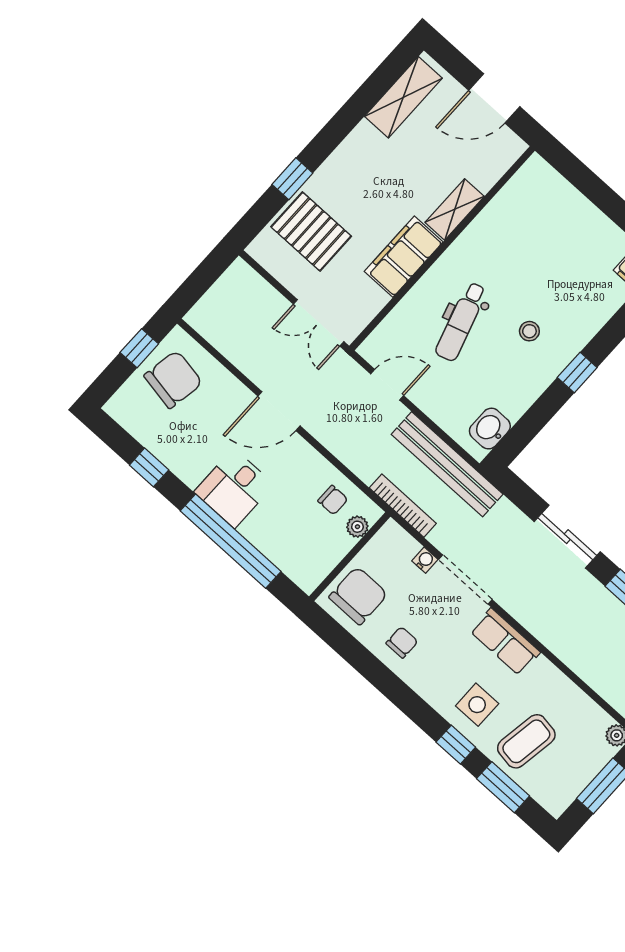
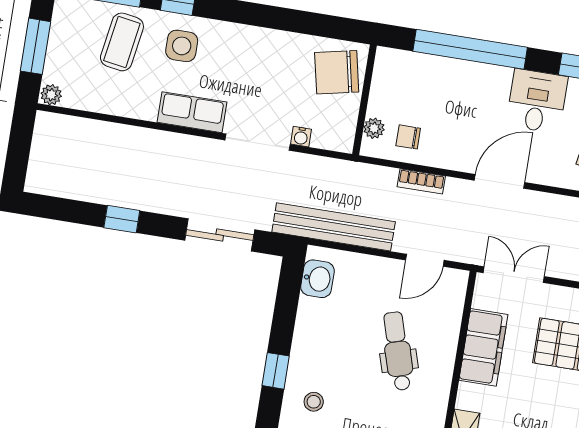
filing cabinet: (404, 257) -> (483, 347), moved
stool: (529, 331) -> (314, 402), moved
desk: (234, 488) -> (537, 101), moved
bookcase: (403, 506) -> (421, 181), moved, width x0.64
sliding door: (567, 537) -> (220, 235), moved
chair: (358, 596) -> (337, 72), turned 78
chair: (402, 642) -> (276, 57), removed

